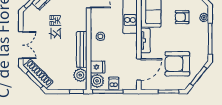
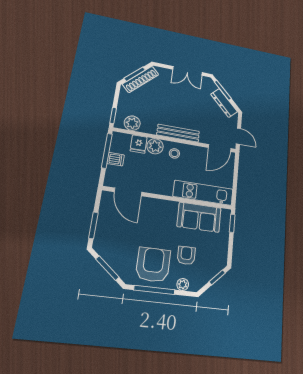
tv unit: (145, 41) -> (163, 205), removed
double door: (21, 45) -> (187, 71), moved
bench: (82, 49) -> (178, 133), moved
armchair: (177, 64) -> (153, 265), moved
plant: (97, 81) -> (155, 146), moved

